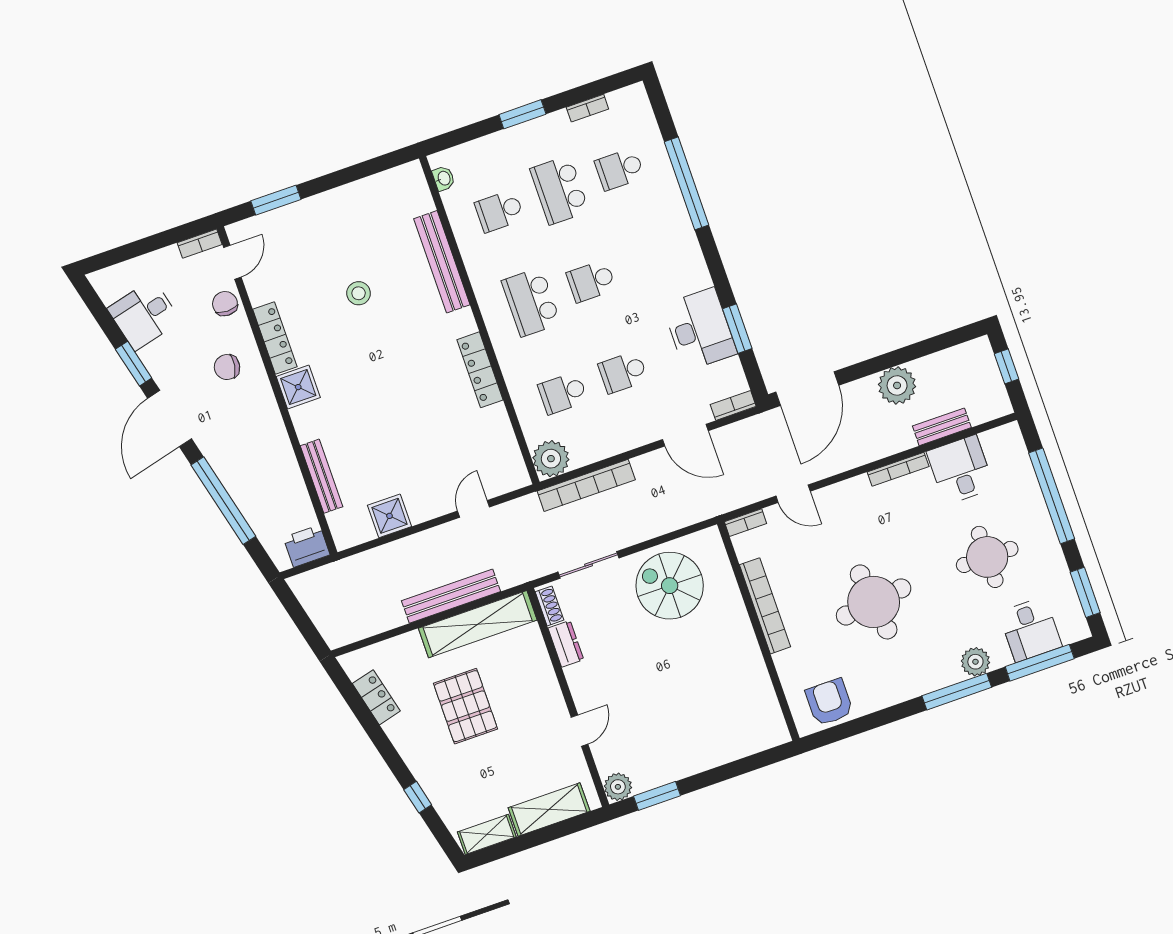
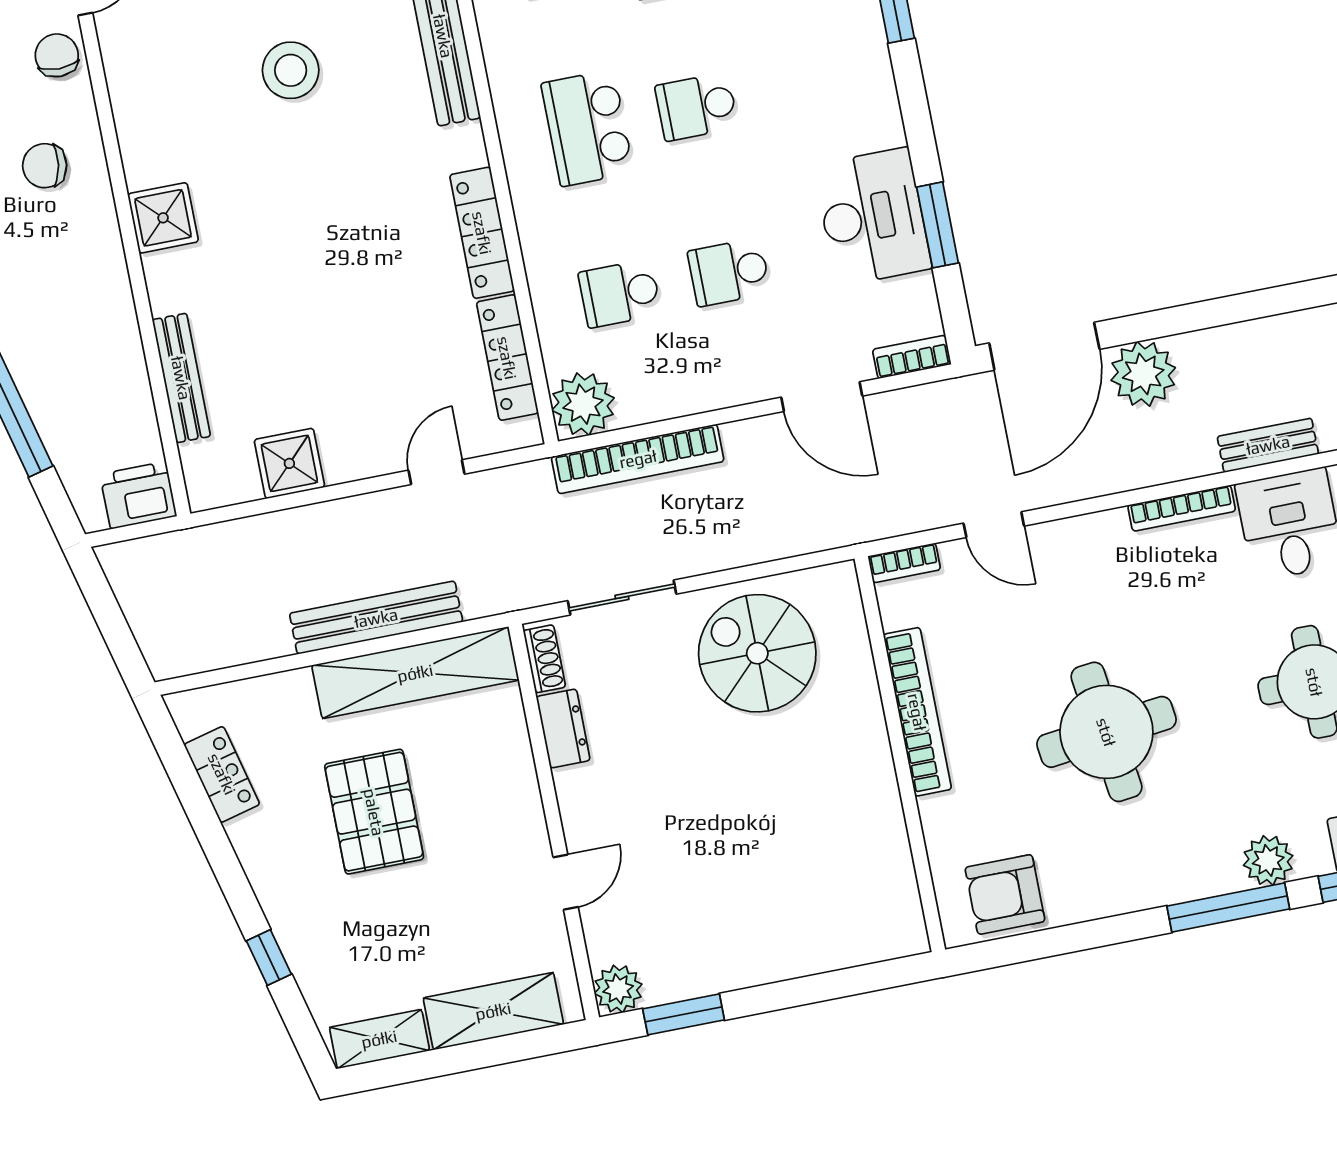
stool: (359, 293) -> (291, 70), width x1.38, depth x1.38
locker: (275, 338) -> (507, 358), moved, turned 180
plant: (897, 385) -> (1143, 374), moved
armchair: (829, 702) -> (1005, 894), turned -90

